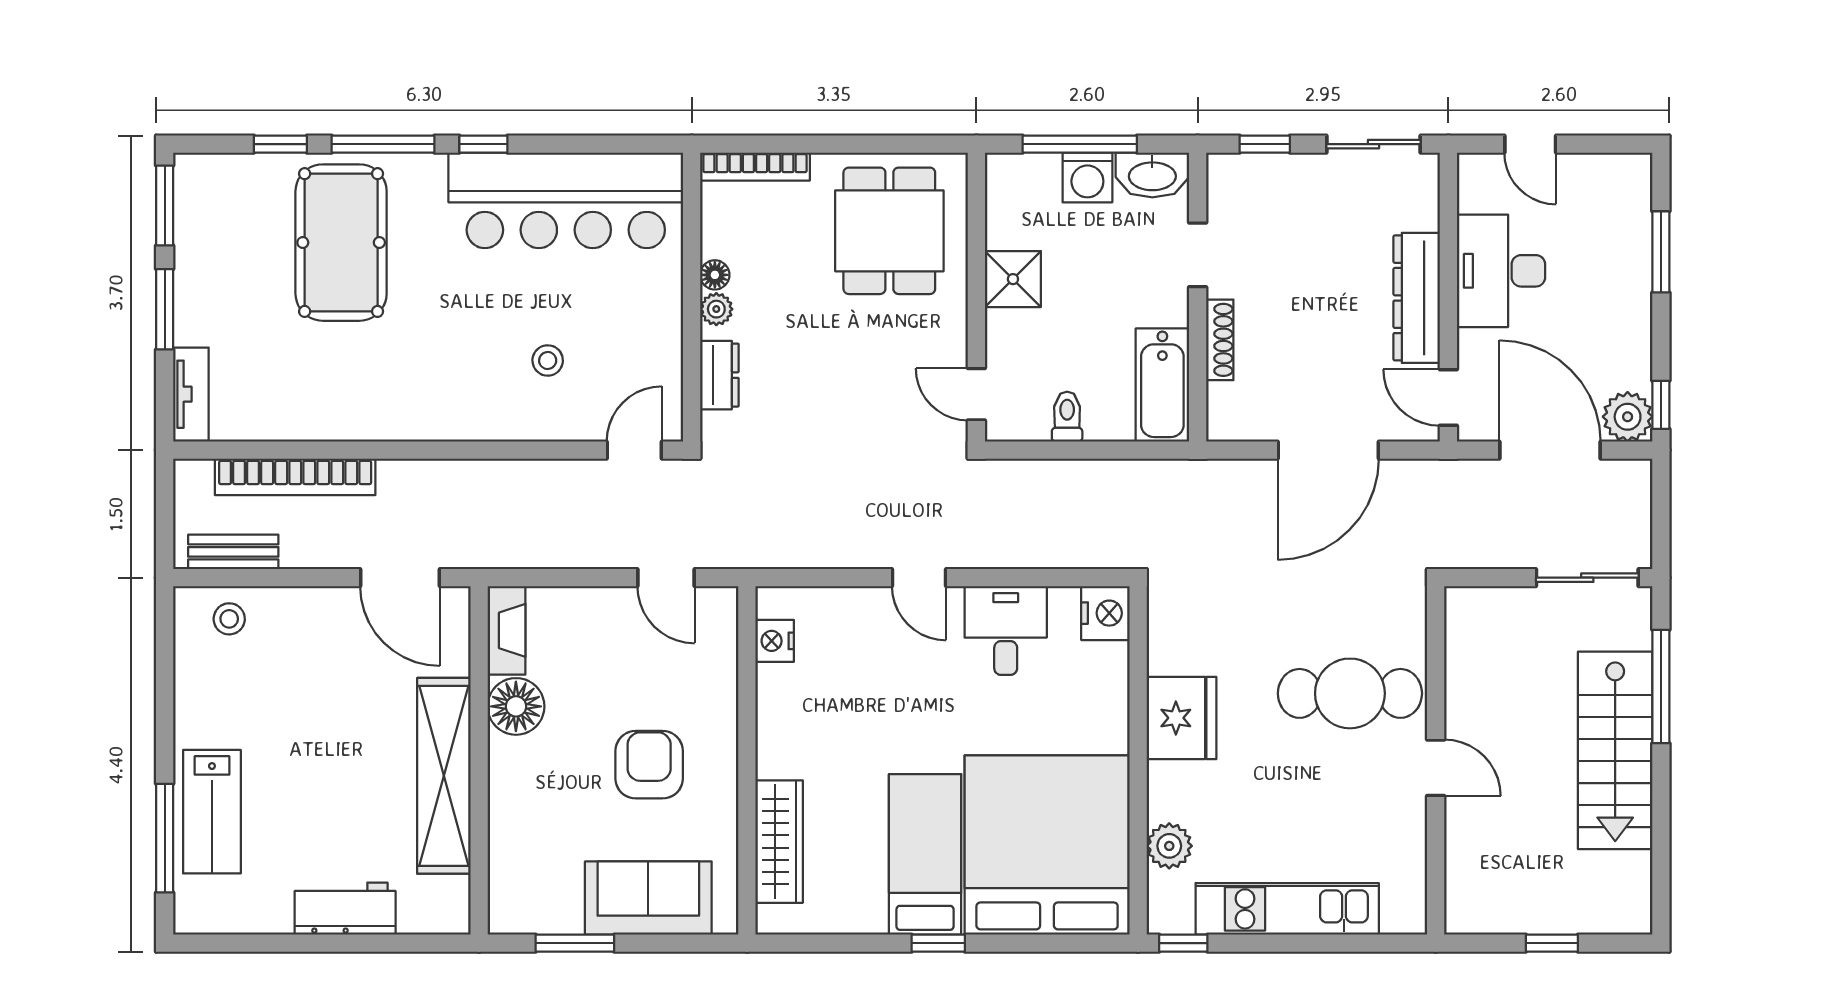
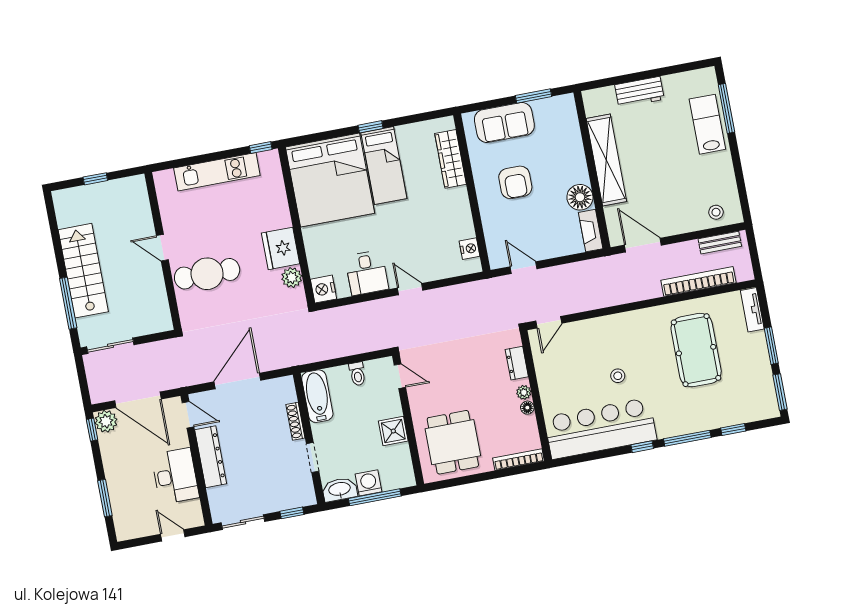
pool table: (341, 243) -> (696, 350), moved
stool: (548, 361) -> (618, 376), moved
plant: (1169, 846) -> (292, 278), moved

